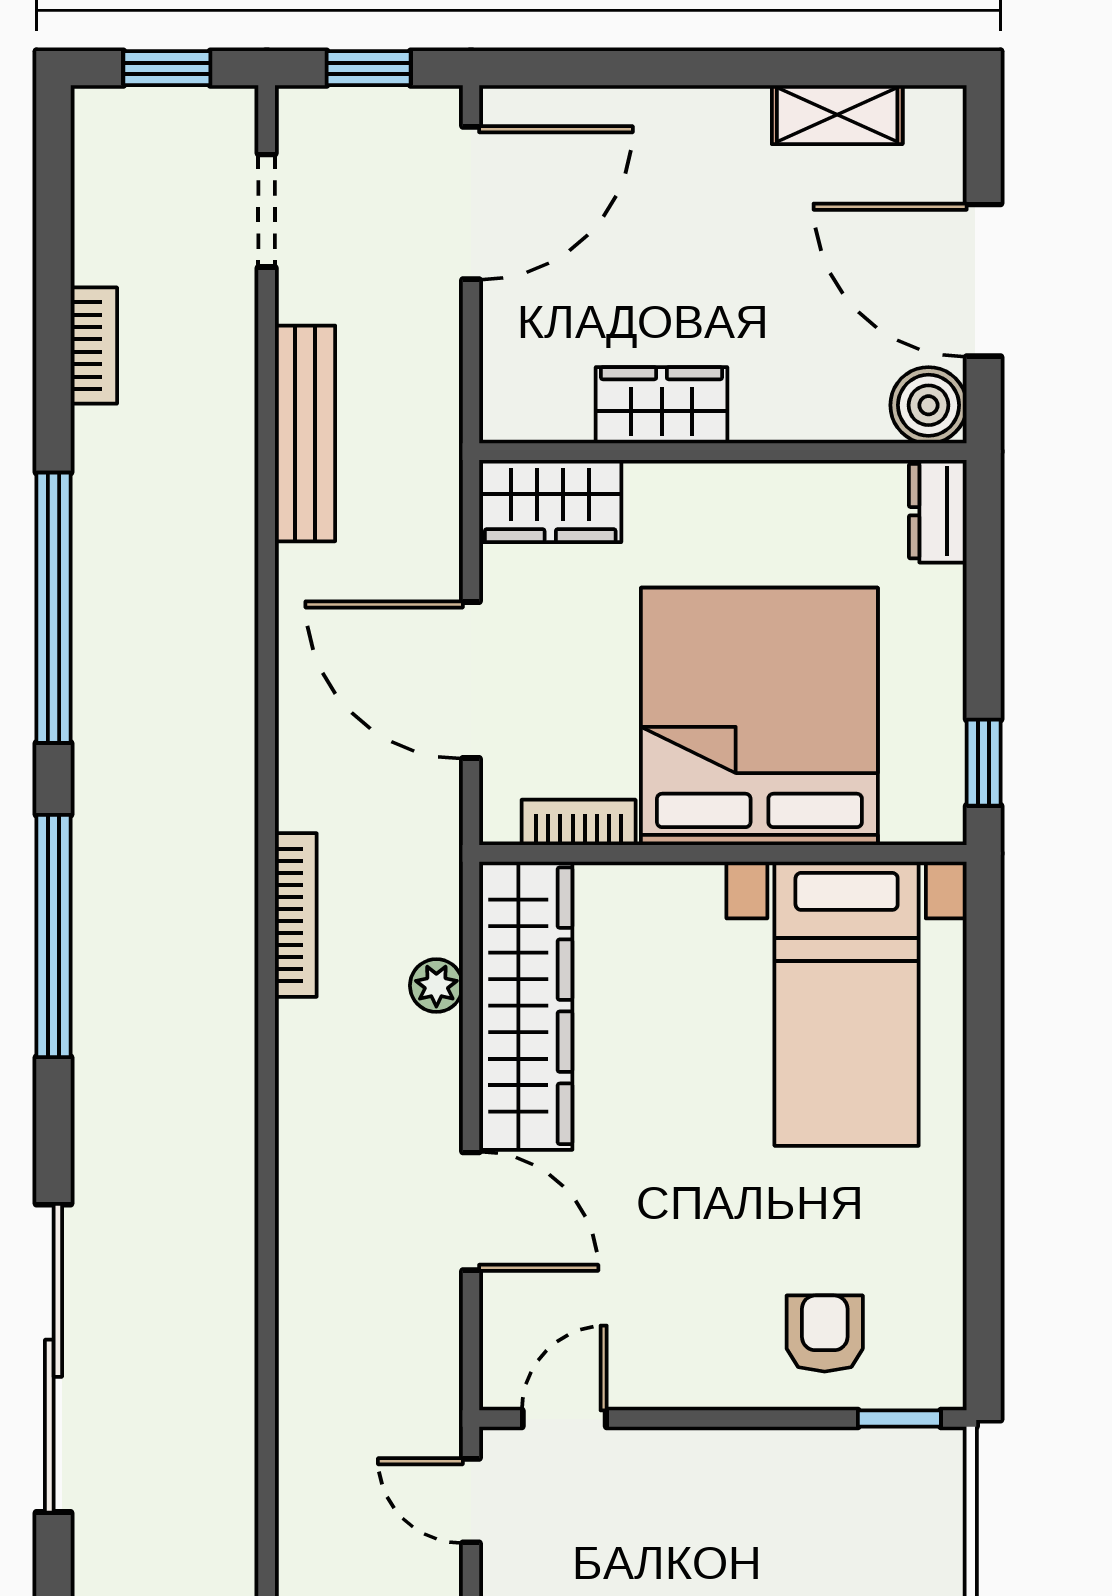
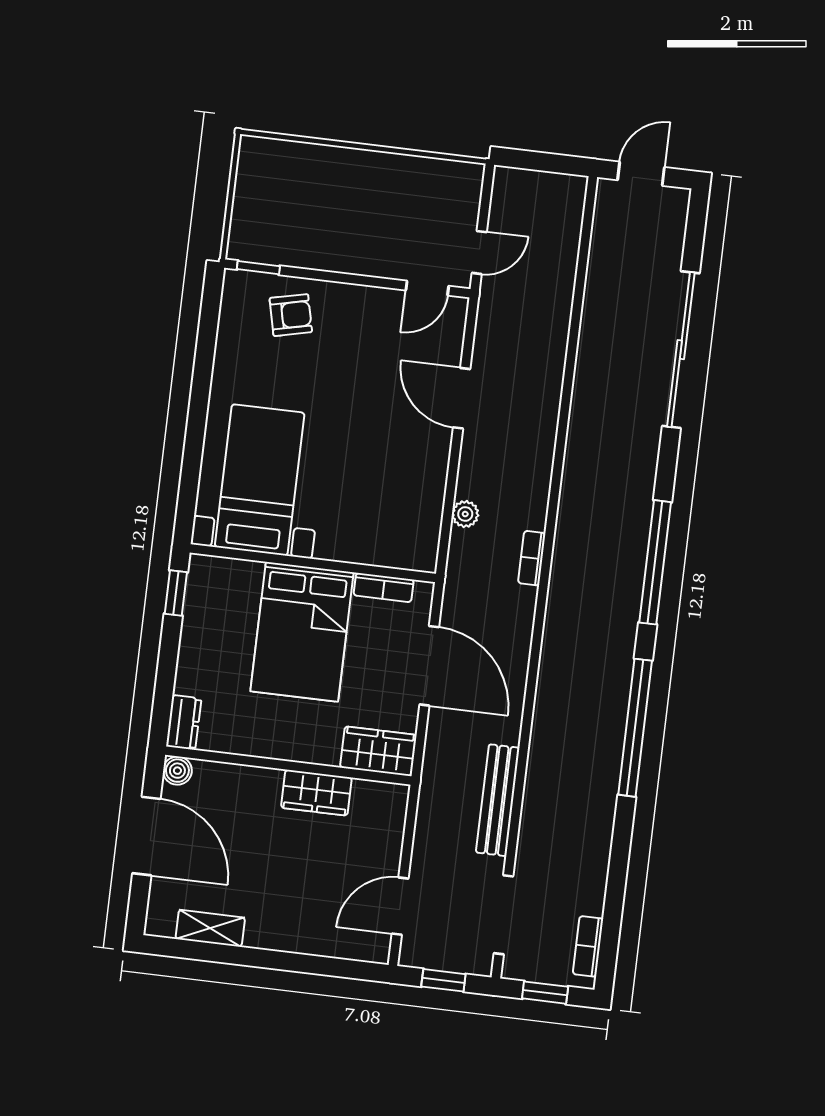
door: (471, 203) -> (400, 906), width x0.73
doorway: (267, 211) -> (503, 915), width x1.38
bookcase: (94, 346) -> (588, 946), moved
boiler: (928, 405) -> (177, 771), width x0.73, depth x0.73
bed: (759, 716) -> (302, 632), width x0.73
bookcase: (296, 915) -> (532, 558), width x0.64
wardrobe: (526, 1006) -> (421, 498), removed
armchair: (825, 1333) -> (291, 315), turned -103
door: (471, 1501) -> (479, 252), hinge flipped

